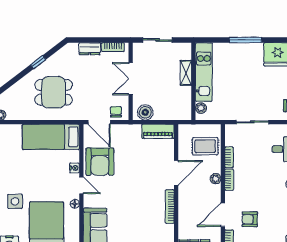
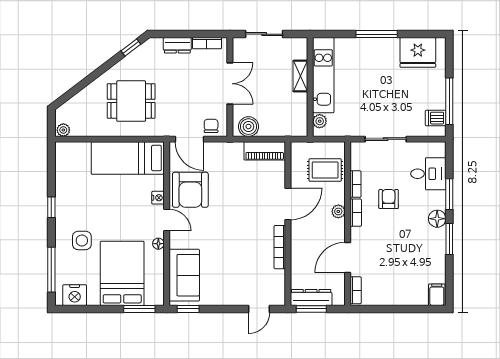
window: (38, 62) -> (131, 47), moved
double door: (131, 79) -> (230, 84), swing flipped
armchair: (250, 219) -> (389, 199), moved, turned 90

